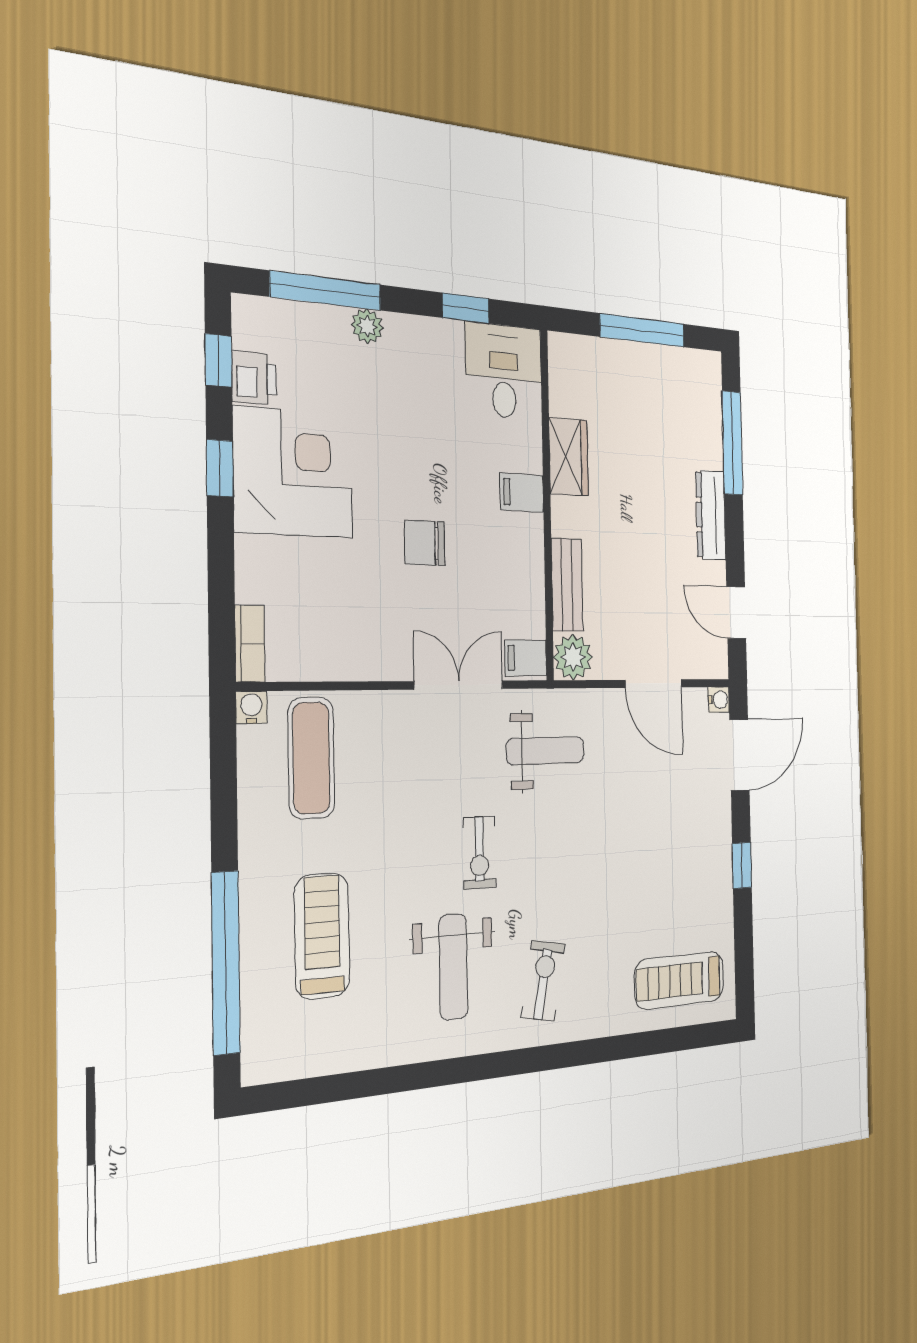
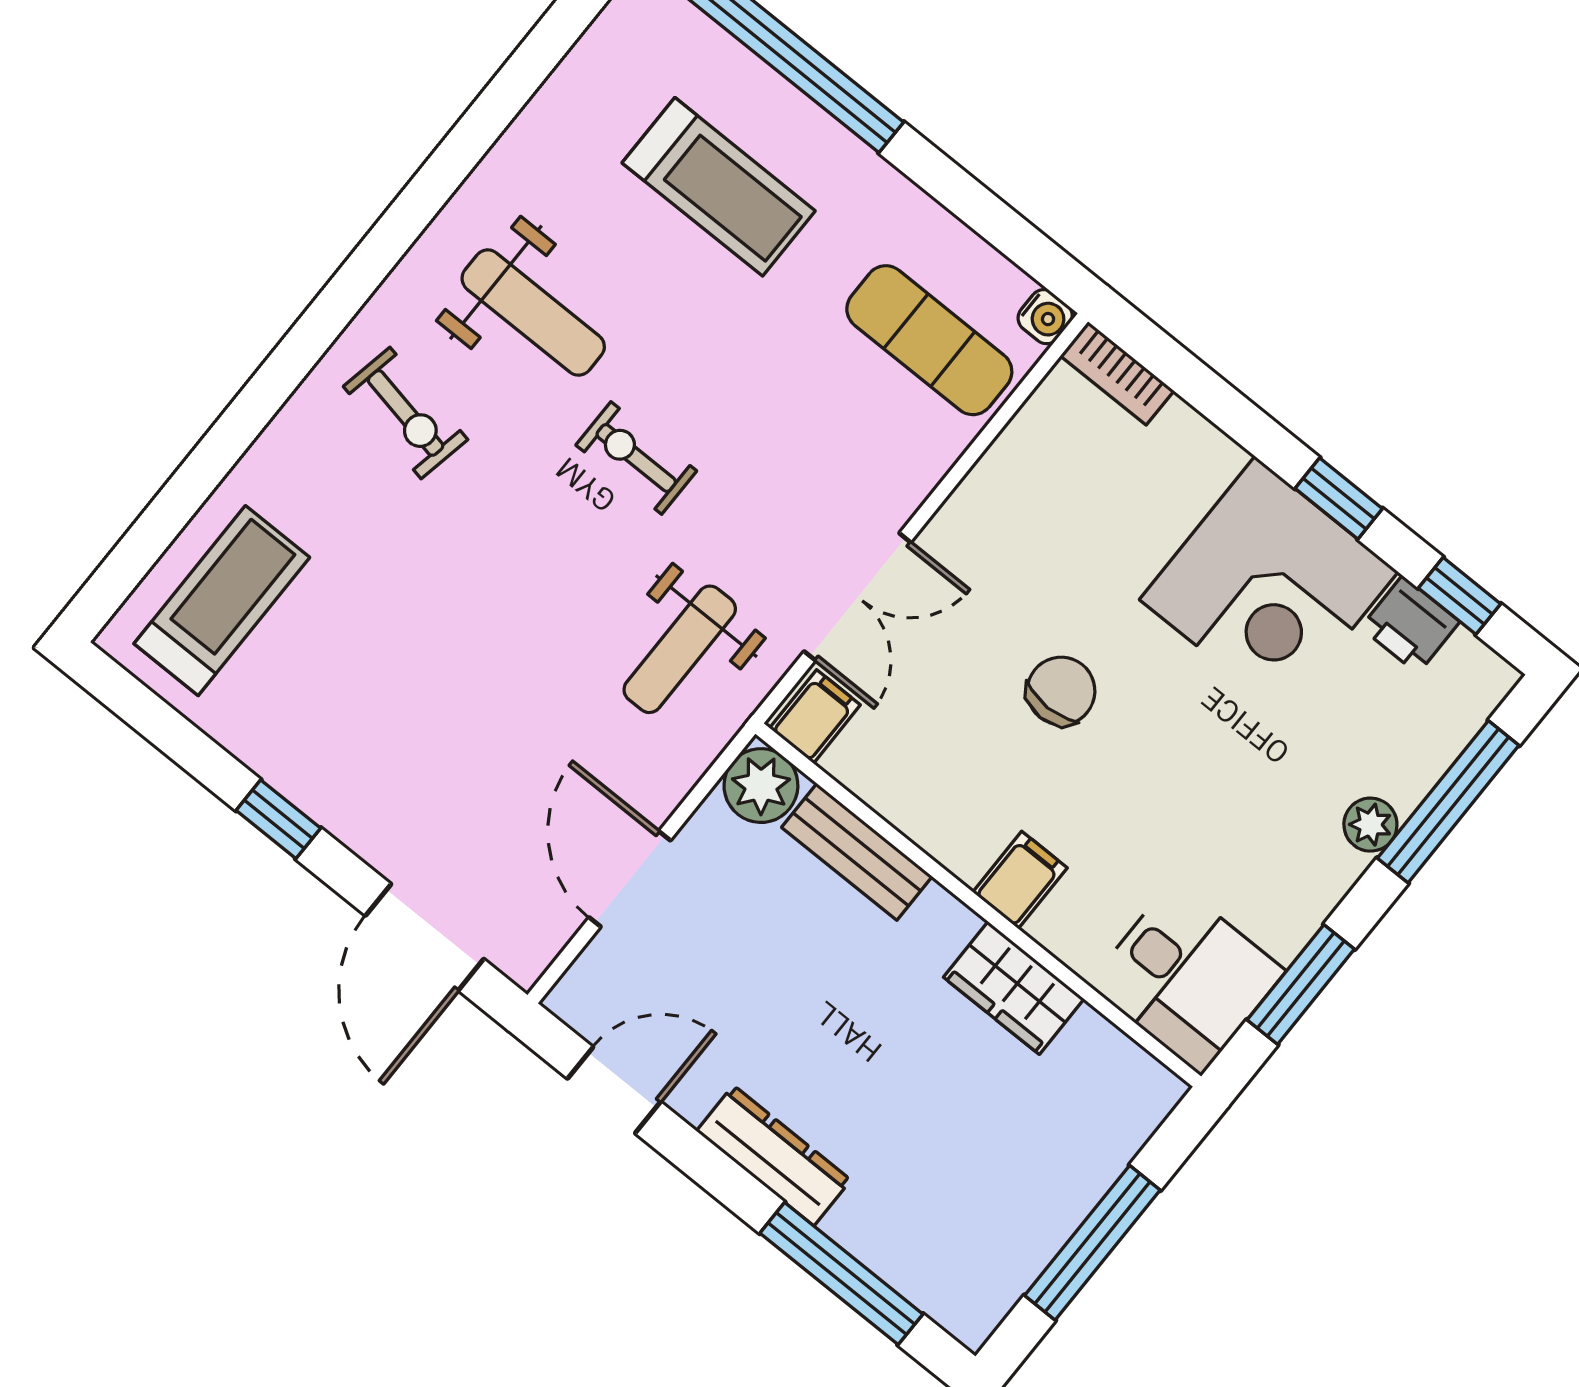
window: (466, 308) -> (1301, 984), width x1.50
door: (653, 684) -> (630, 879), hinge flipped
water cooler: (719, 700) -> (524, 965), removed
weight bench: (453, 967) -> (533, 313), turned 180

